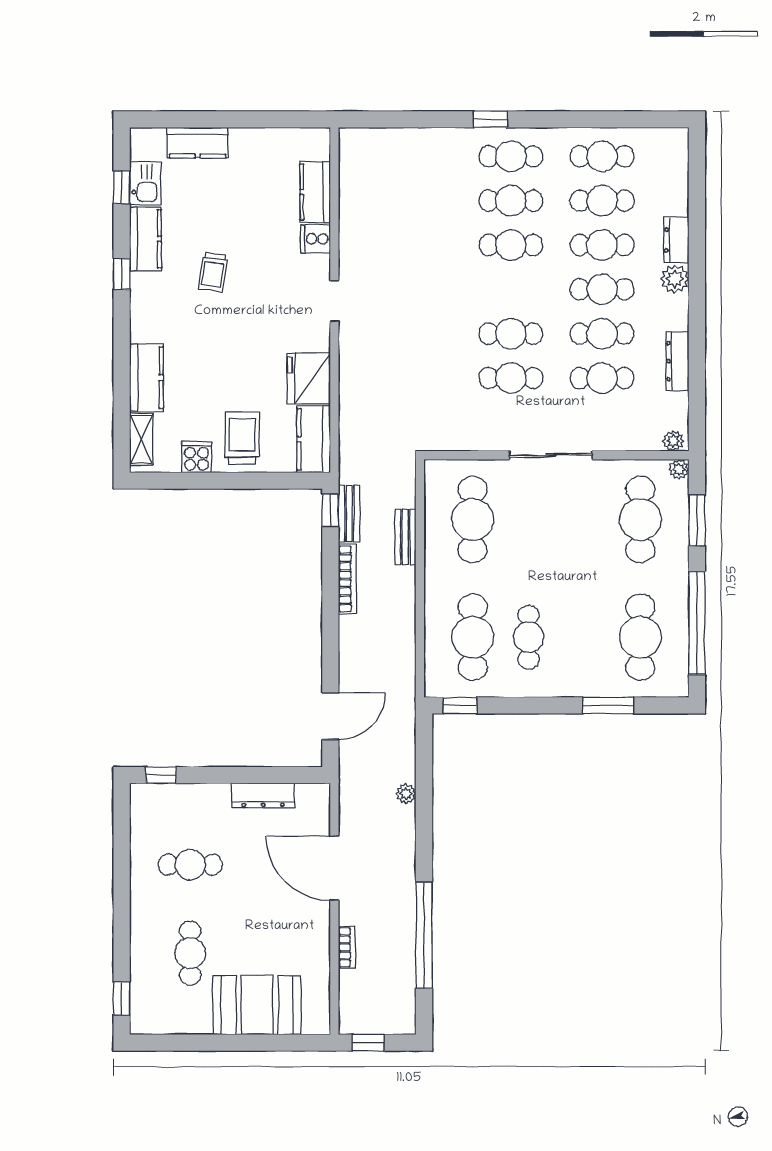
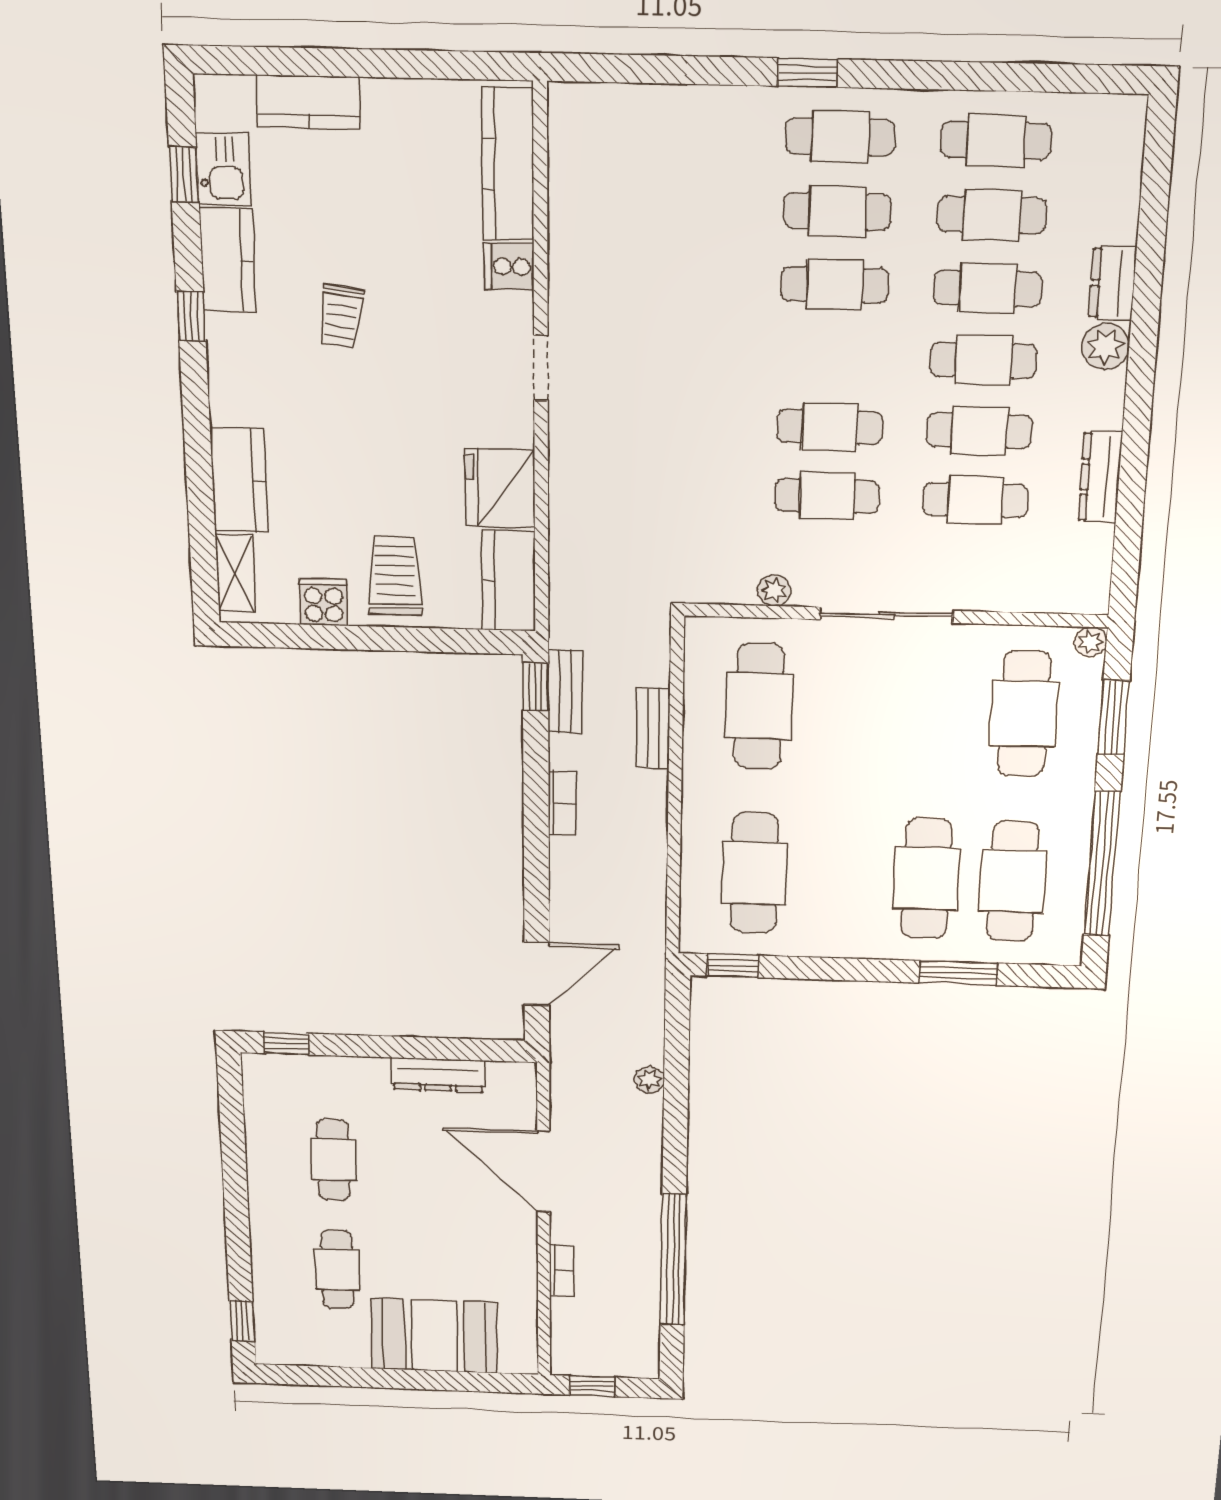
kitchen counter: (315, 192) -> (508, 164), width x1.50
plant: (673, 441) -> (774, 590), moved
bookcase: (347, 579) -> (562, 803), width x0.64
cafe table: (529, 637) -> (926, 879), moved, width x1.37, depth x1.35
cafe table: (190, 865) -> (333, 1160), turned 90

